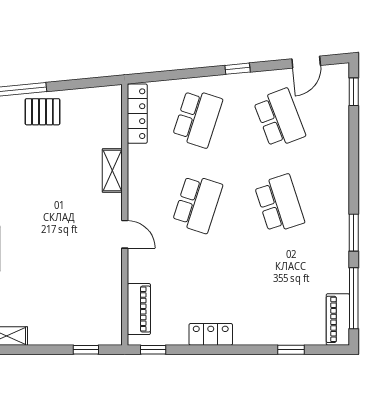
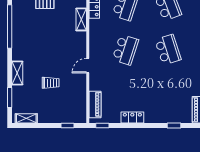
shelving: (112, 171) -> (81, 19), moved
door: (125, 234) -> (88, 66), swing flipped
trolley: (53, 267) -> (51, 83), added

